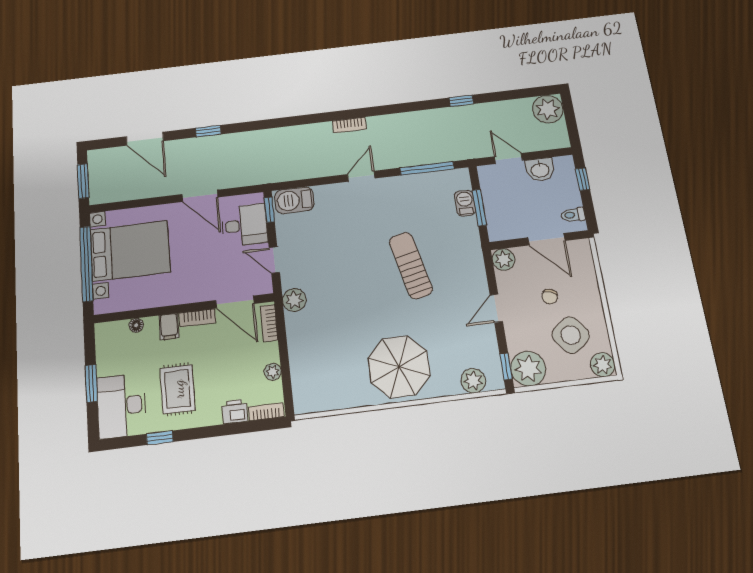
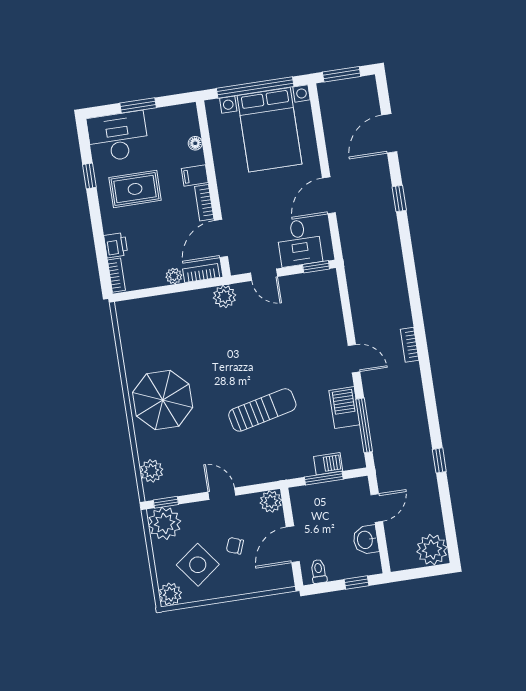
barbecue: (294, 200) -> (344, 408), moved
door: (274, 260) -> (264, 275), swing flipped
plant: (273, 372) -> (174, 276), moved

